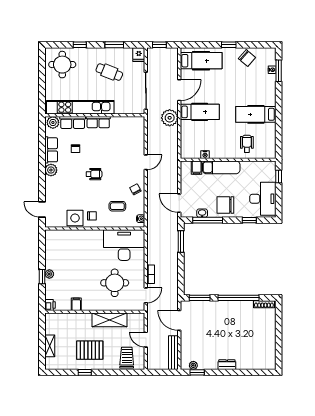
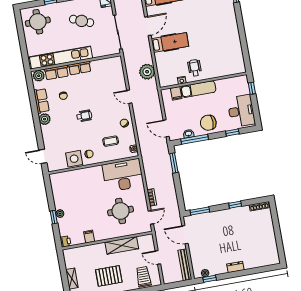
hospital bed: (256, 114) -> (221, 36), removed
plant: (170, 118) -> (147, 72), moved
wheelchair: (247, 144) -> (195, 68), moved
door: (146, 162) -> (129, 97), swing flipped
window: (238, 298) -> (235, 205), width x0.32

